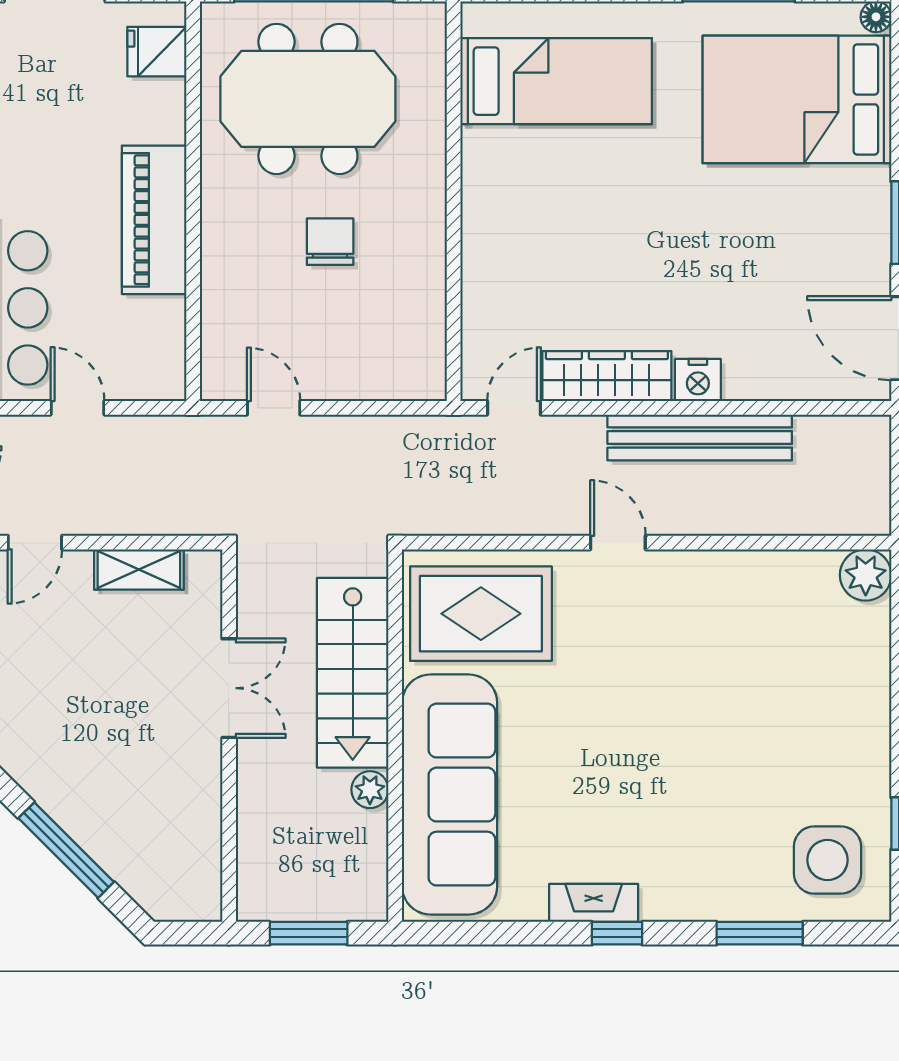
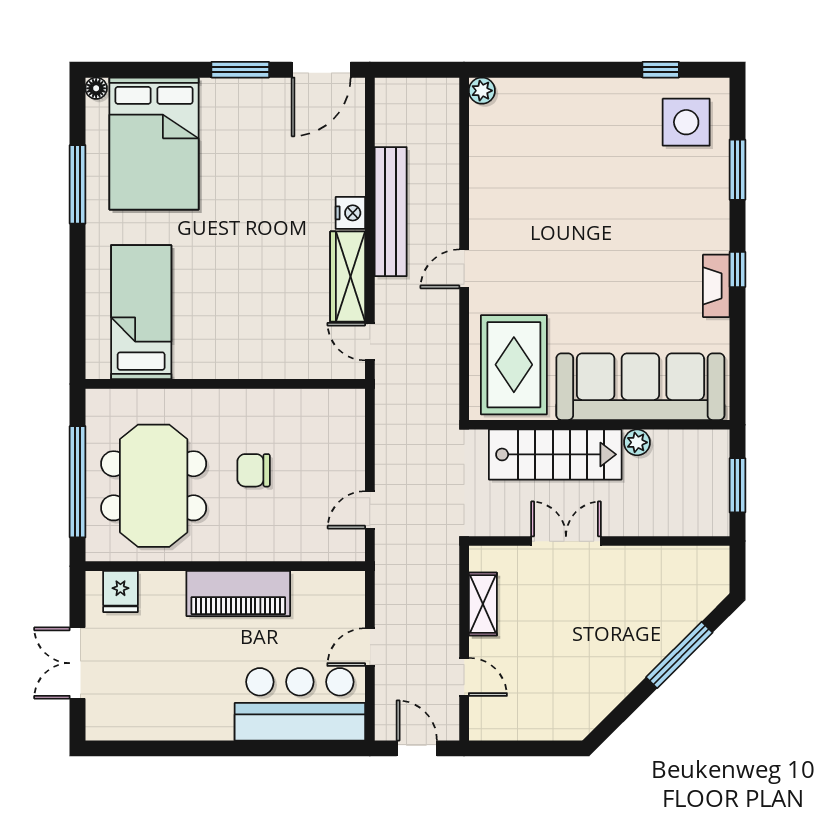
plant: (866, 575) -> (482, 91), width x0.73, depth x0.73

